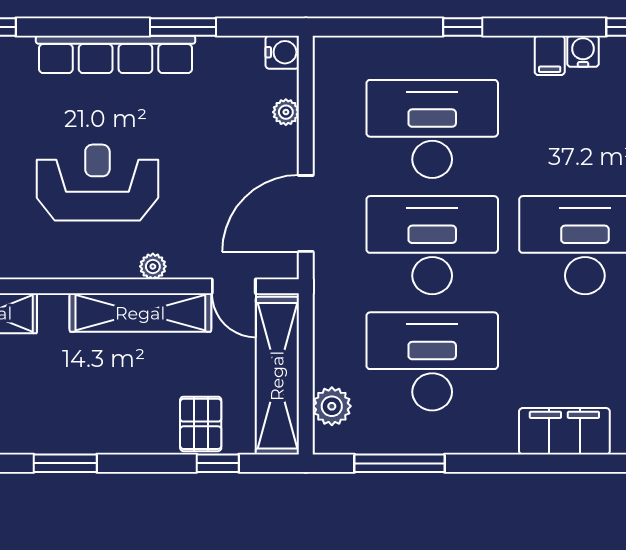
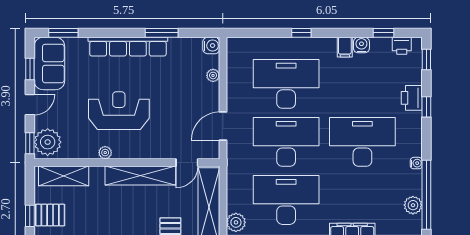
door: (306, 213) -> (223, 126), width x0.73
plant: (153, 266) -> (105, 153), moved
door: (234, 286) -> (187, 162), hinge flipped

